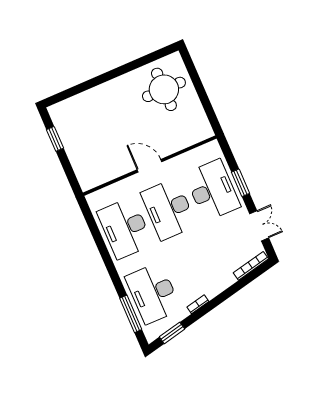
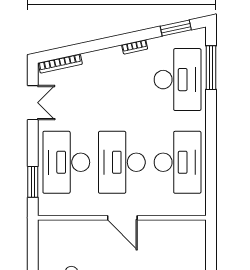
window: (240, 183) -> (33, 182), moved
desk: (169, 209) -> (122, 162), turned 180
double door: (259, 226) -> (33, 103), swing flipped

